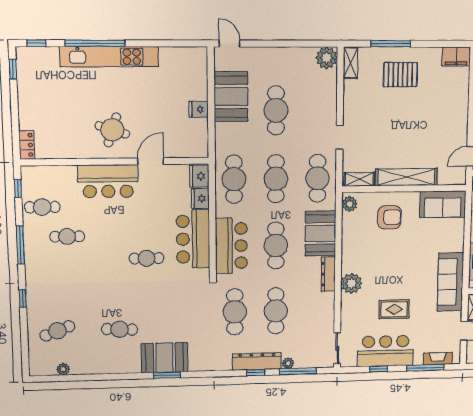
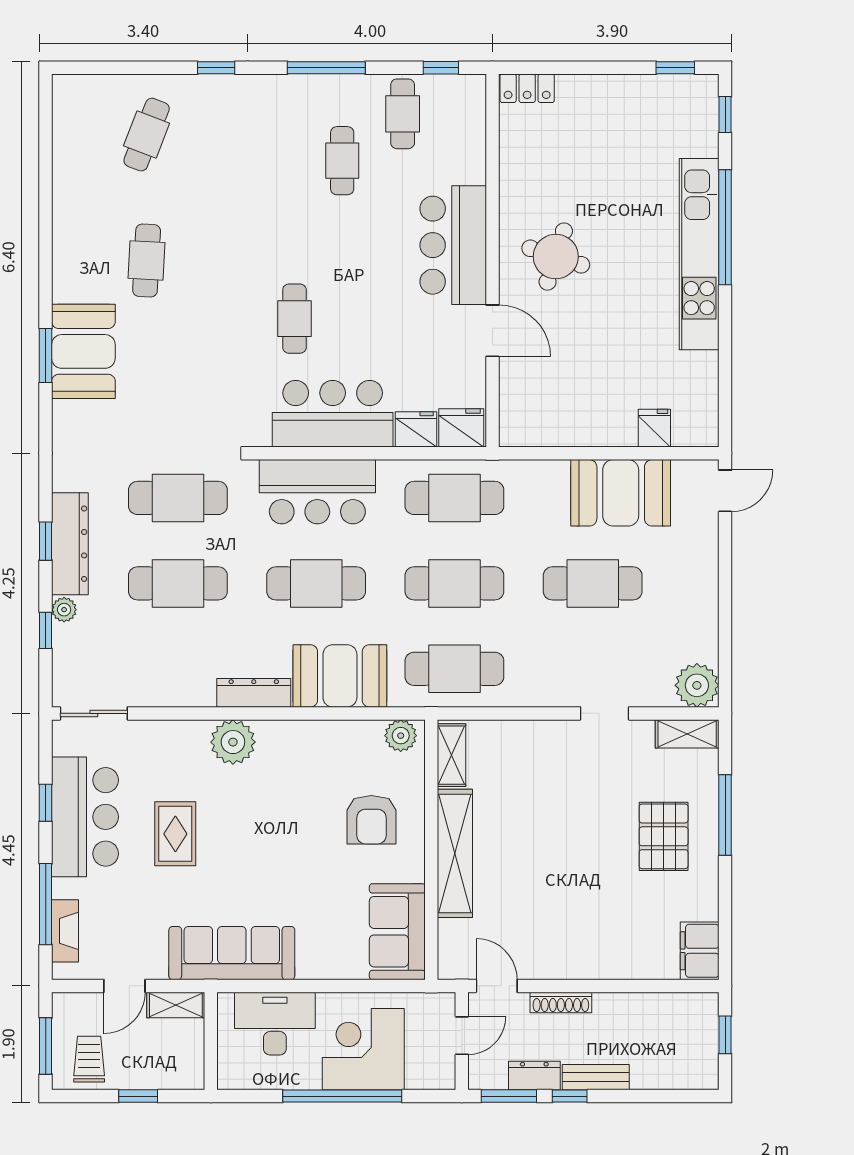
fridge: (199, 109) -> (654, 428), moved
doorway: (340, 137) -> (605, 713), moved
cafe table: (57, 331) -> (147, 135), turned 42
plant: (63, 369) -> (65, 143), removed
window: (298, 371) -> (46, 630), width x0.46

